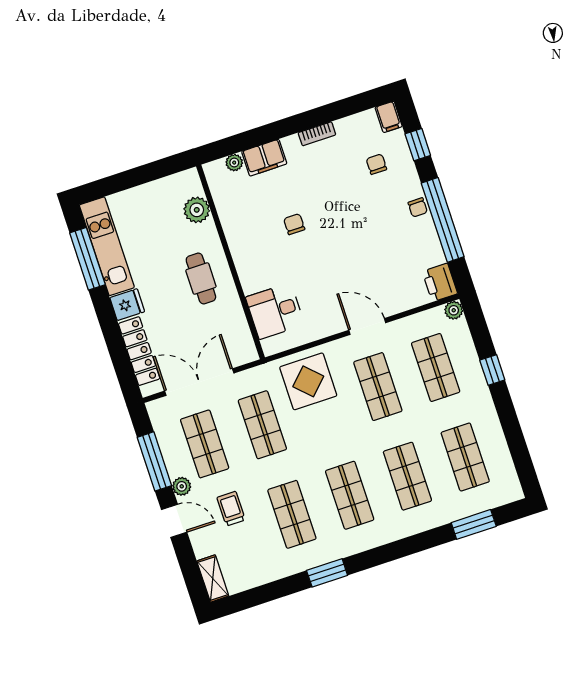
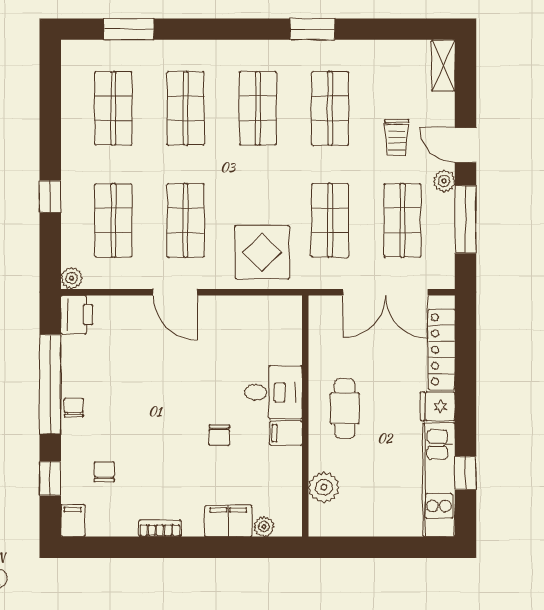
chair: (376, 164) -> (104, 472), turned 180
filing cabinet: (241, 243) -> (286, 433), added
window: (87, 259) -> (465, 473), width x0.46
desk: (275, 311) -> (273, 392), moved

